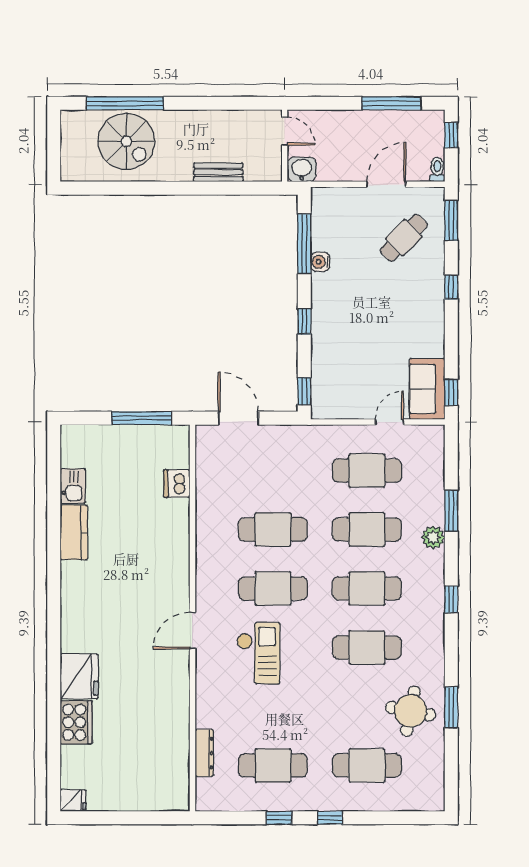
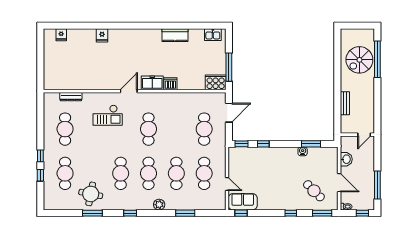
washbasin: (302, 169) -> (346, 159), moved
window: (304, 244) -> (311, 144), width x0.69
window: (304, 322) -> (263, 144), moved
dishwasher: (177, 484) -> (170, 84), moved
kitchen sink: (73, 486) -> (213, 35), moved
cafe table: (273, 529) -> (204, 129), moved
plant: (433, 537) -> (159, 205), moved
freezer: (175, 581) -> (152, 83), added
window: (451, 599) -> (130, 213), moved
door: (192, 630) -> (129, 91), hinge flipped
checkout: (258, 653) -> (108, 115), moved
fridge: (79, 676) -> (102, 35), width x0.53, depth x0.75
cooker: (76, 722) -> (216, 82), moved, turned 180
fridge: (73, 801) -> (61, 35), moved
window: (279, 818) -> (40, 175), moved

